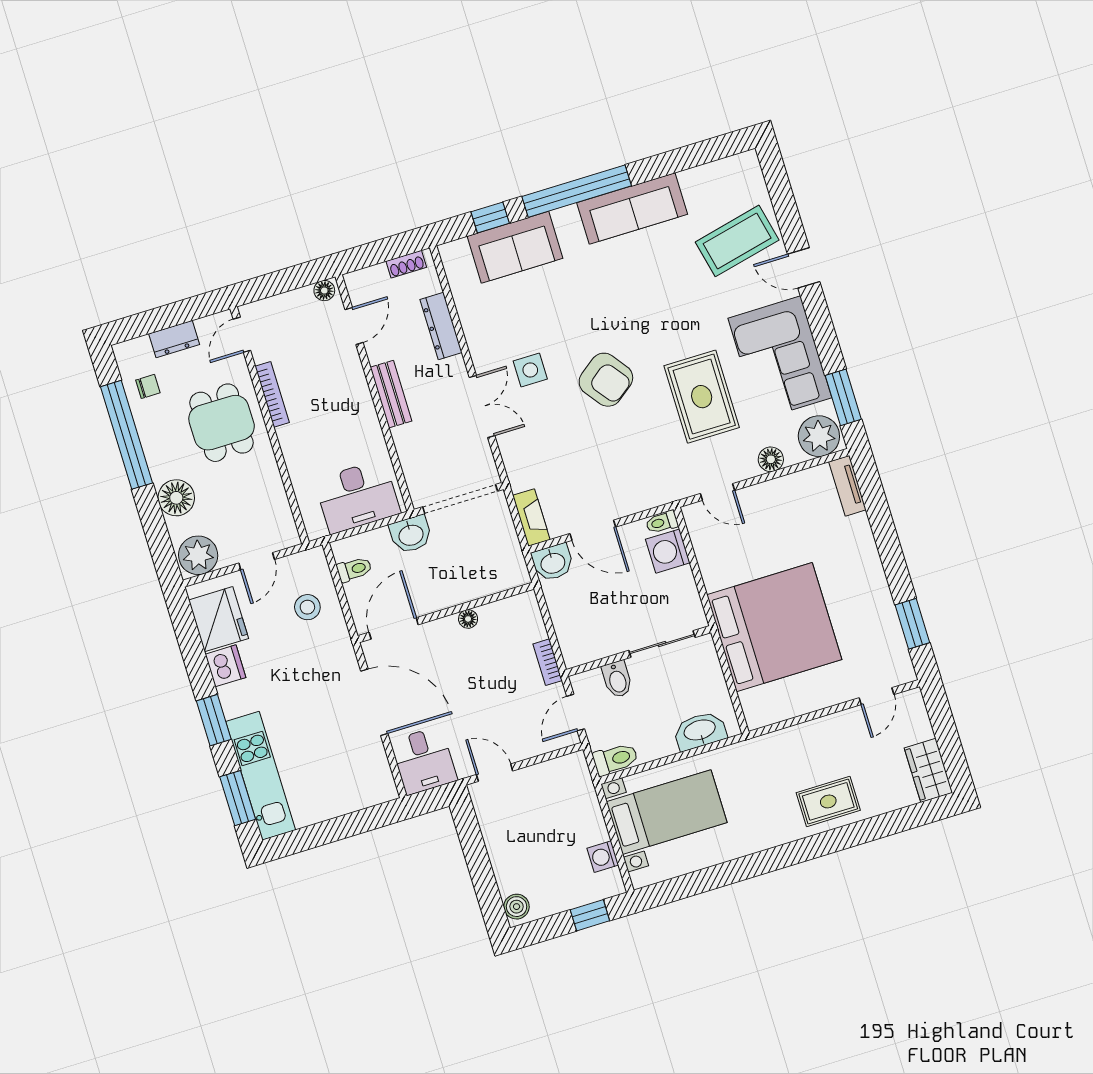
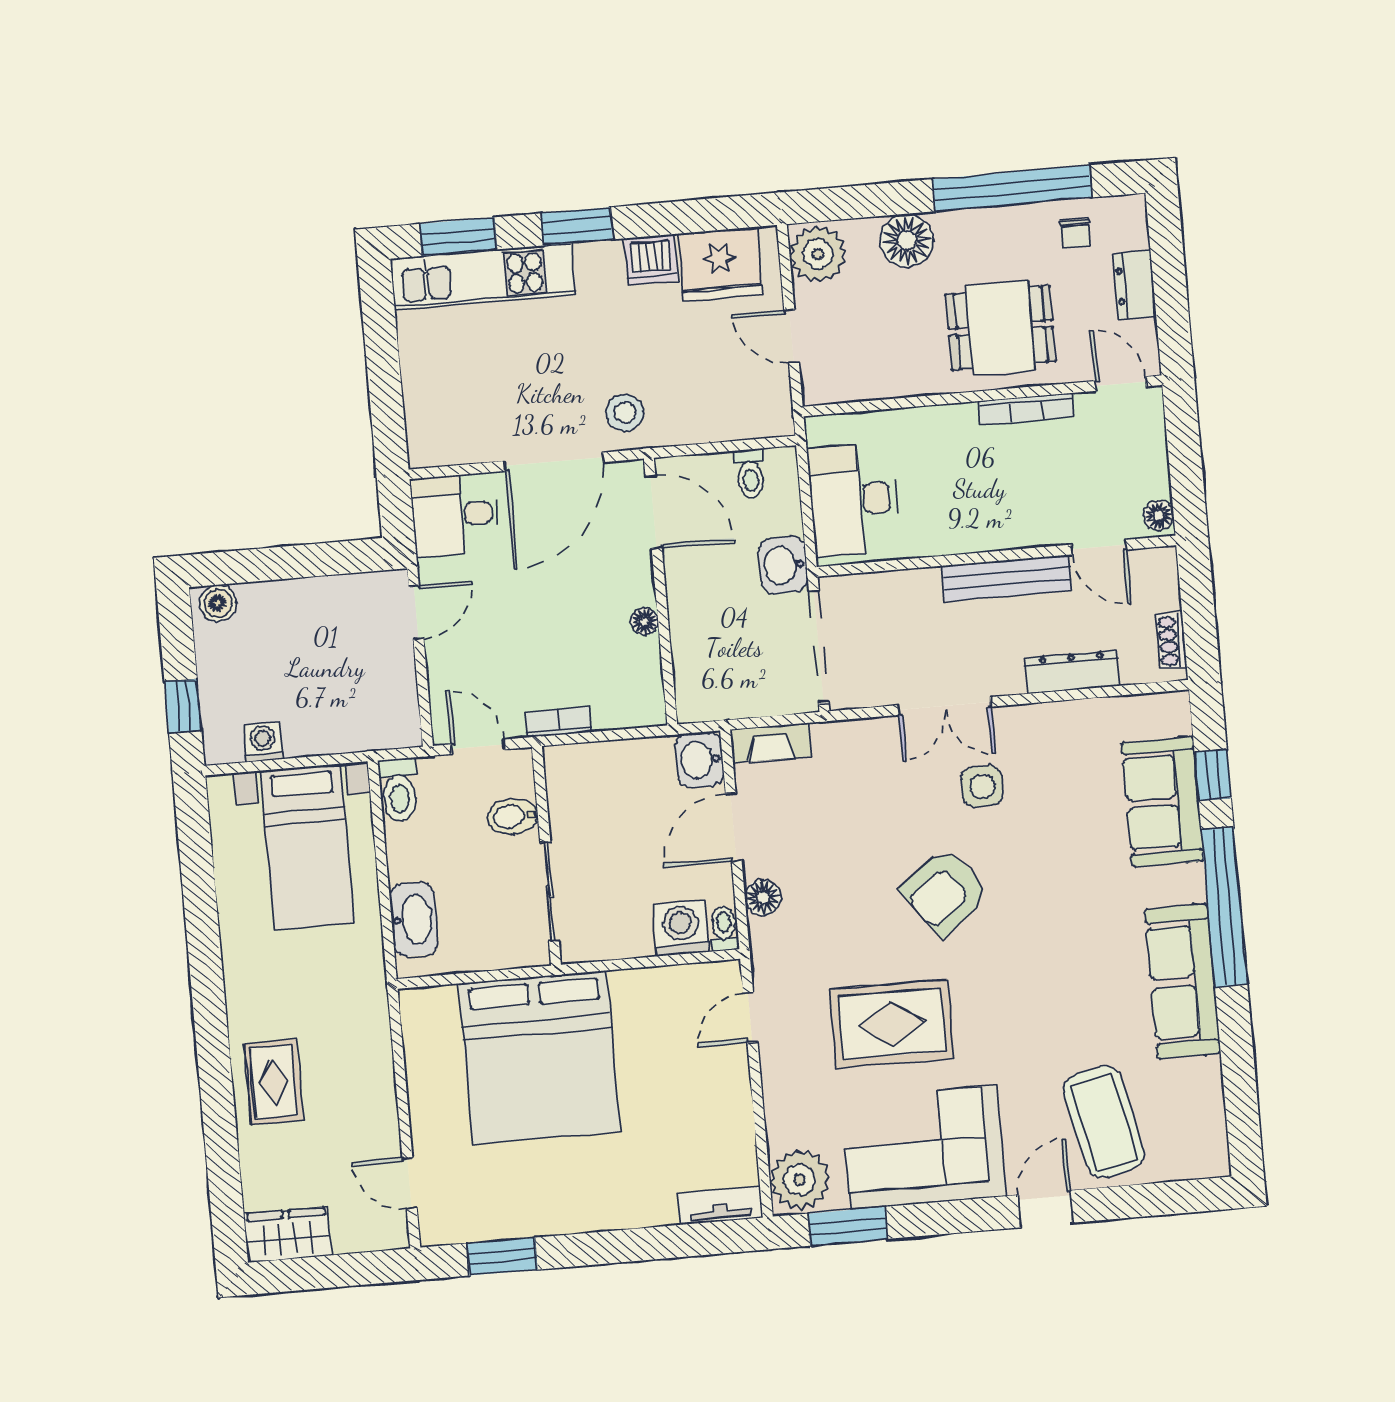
bench: (391, 394) -> (1007, 578), width x1.36
floor lamp: (771, 459) -> (763, 897), moved
stool: (307, 607) -> (625, 413), moved

